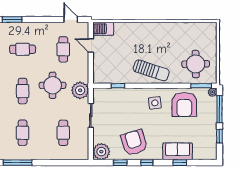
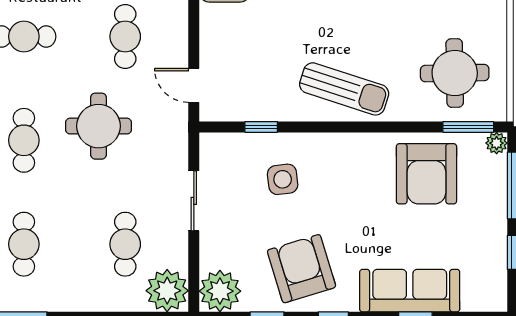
door: (91, 46) -> (194, 85), moved
plant: (80, 90) -> (167, 291), moved
side table: (155, 103) -> (283, 179), moved
sofa: (178, 151) -> (410, 291), width x1.36

